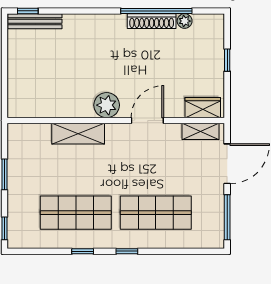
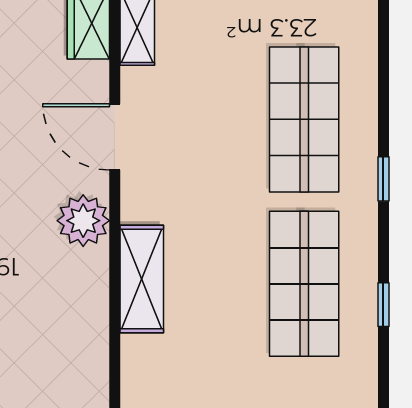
window: (83, 251) -> (383, 305), moved

